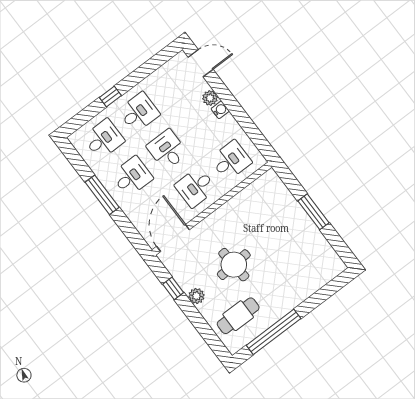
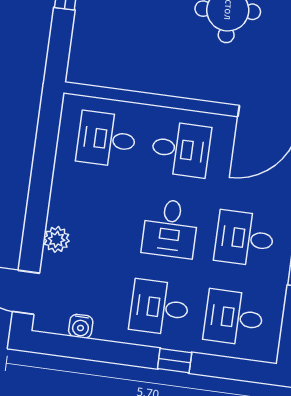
water cooler: (220, 110) -> (81, 326), moved, turned -90

